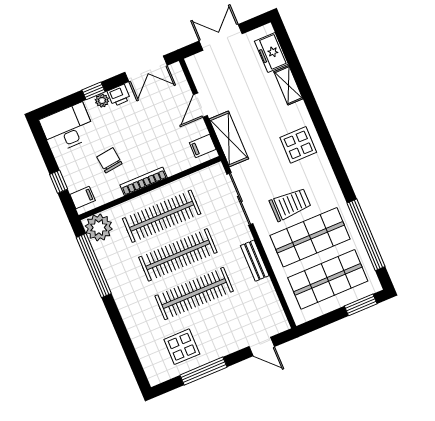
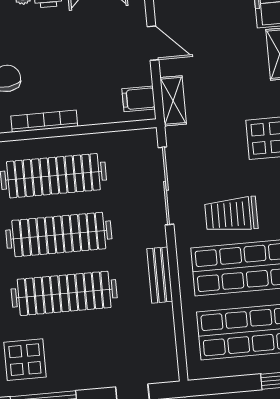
door: (200, 105) -> (153, 43), swing flipped
shelving: (229, 139) -> (173, 101), width x0.67, depth x0.75
trolley: (290, 204) -> (231, 215), turned 180

